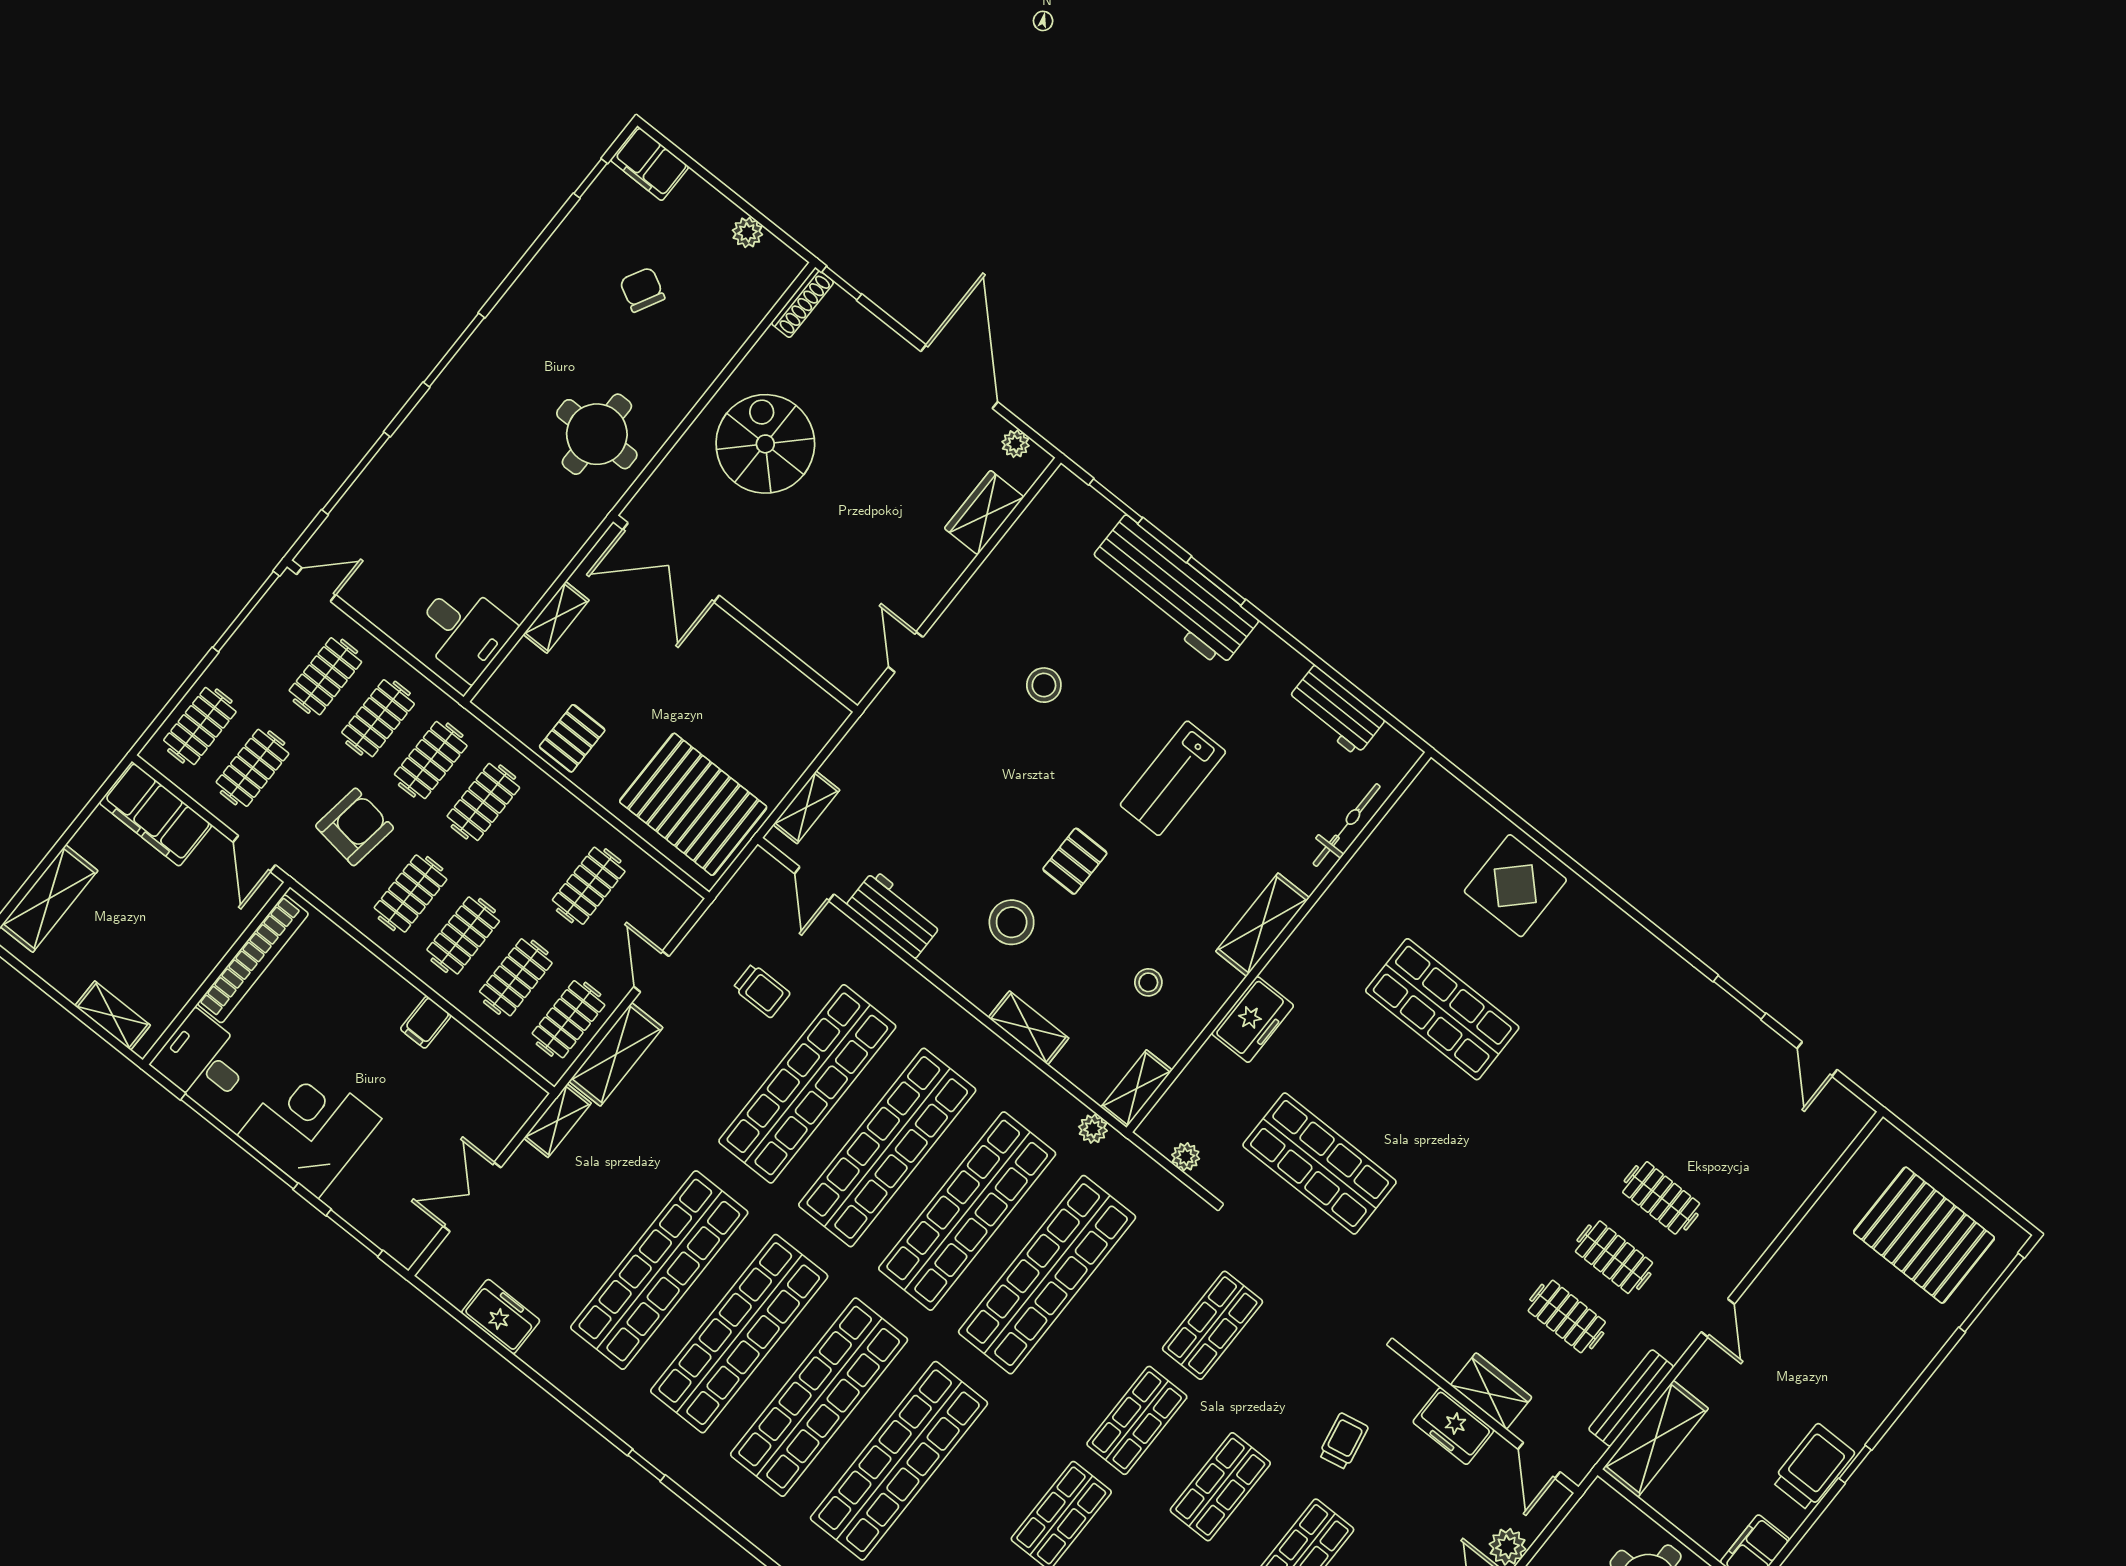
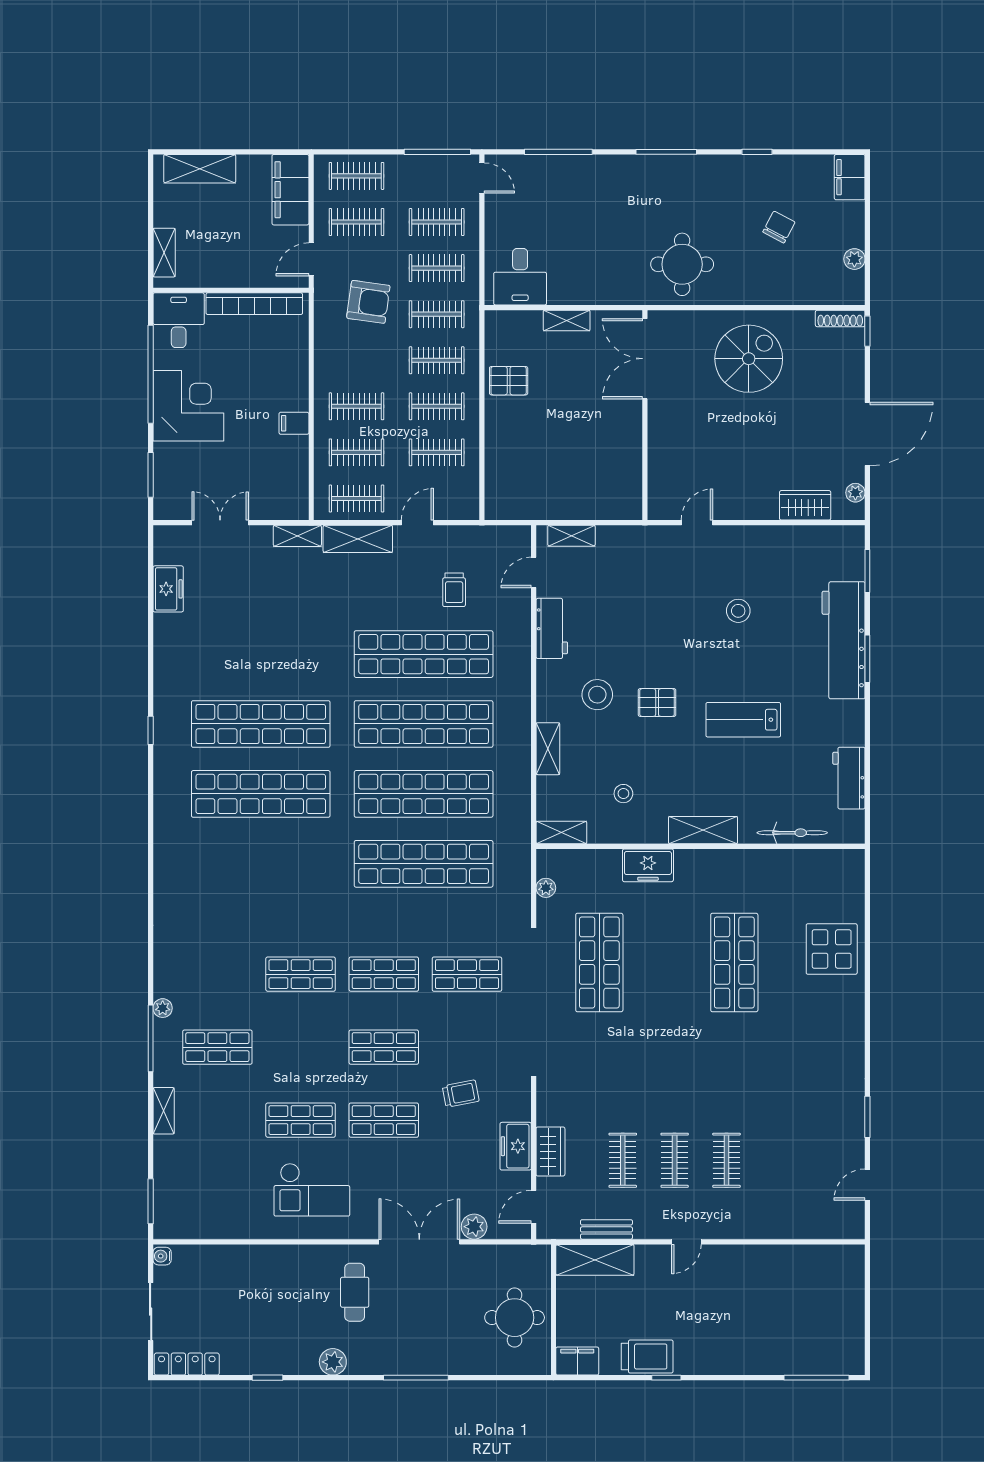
window: (591, 178) -> (757, 152), moved
pallet: (693, 804) -> (525, 474), removed
clothes rail: (411, 894) -> (437, 406), moved
plant: (1093, 1129) -> (521, 826), removed
pallet: (1924, 1235) -> (819, 1317), removed
shop shelf: (659, 1270) -> (261, 654), removed
bench: (1631, 1398) -> (606, 1229), width x0.73
shop shelf: (899, 1461) -> (261, 864), removed

